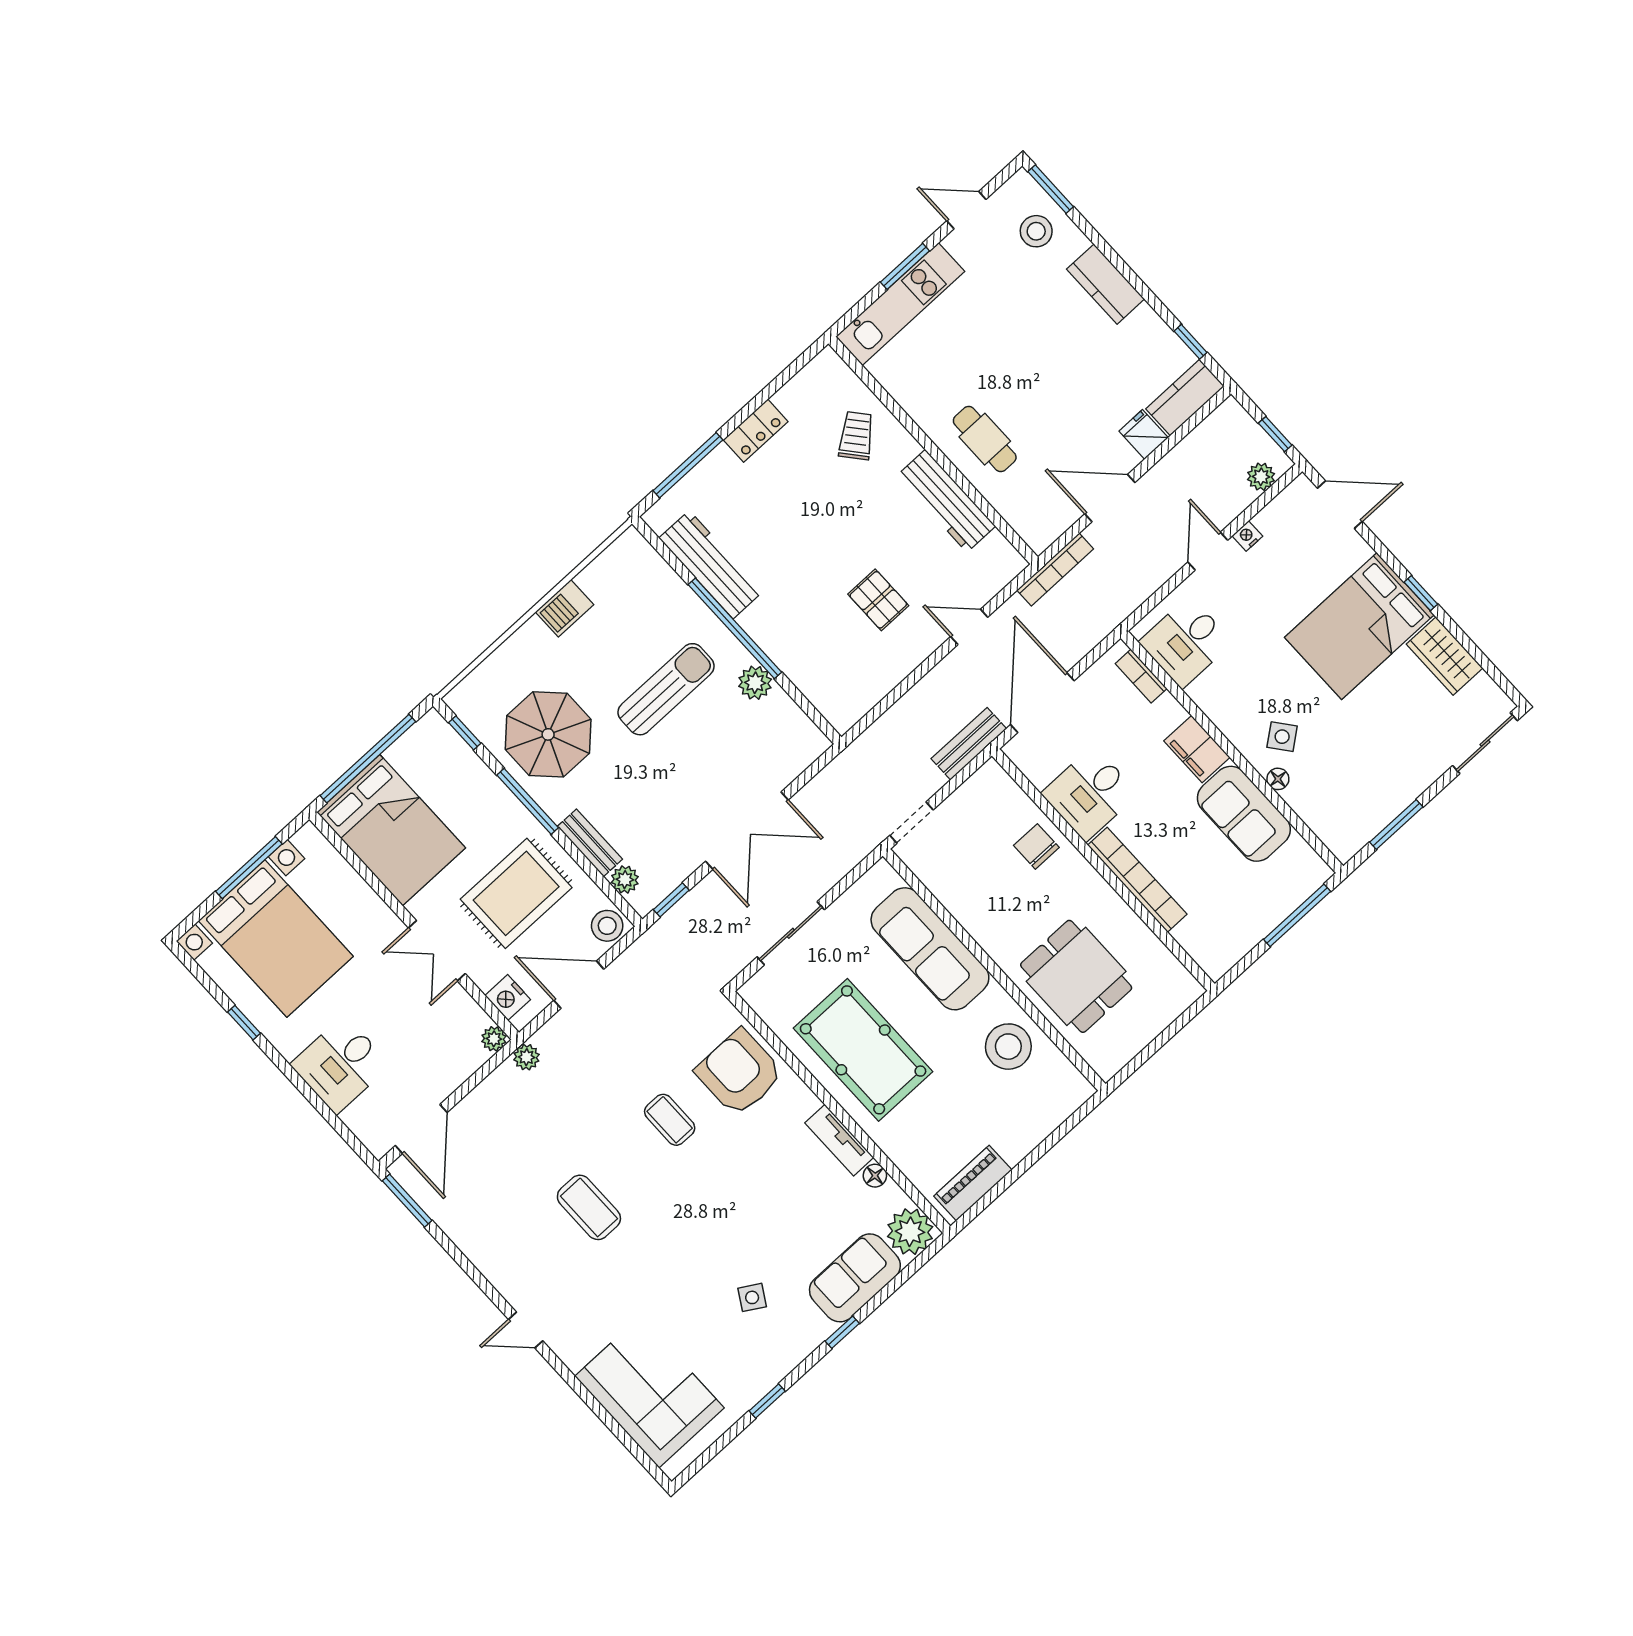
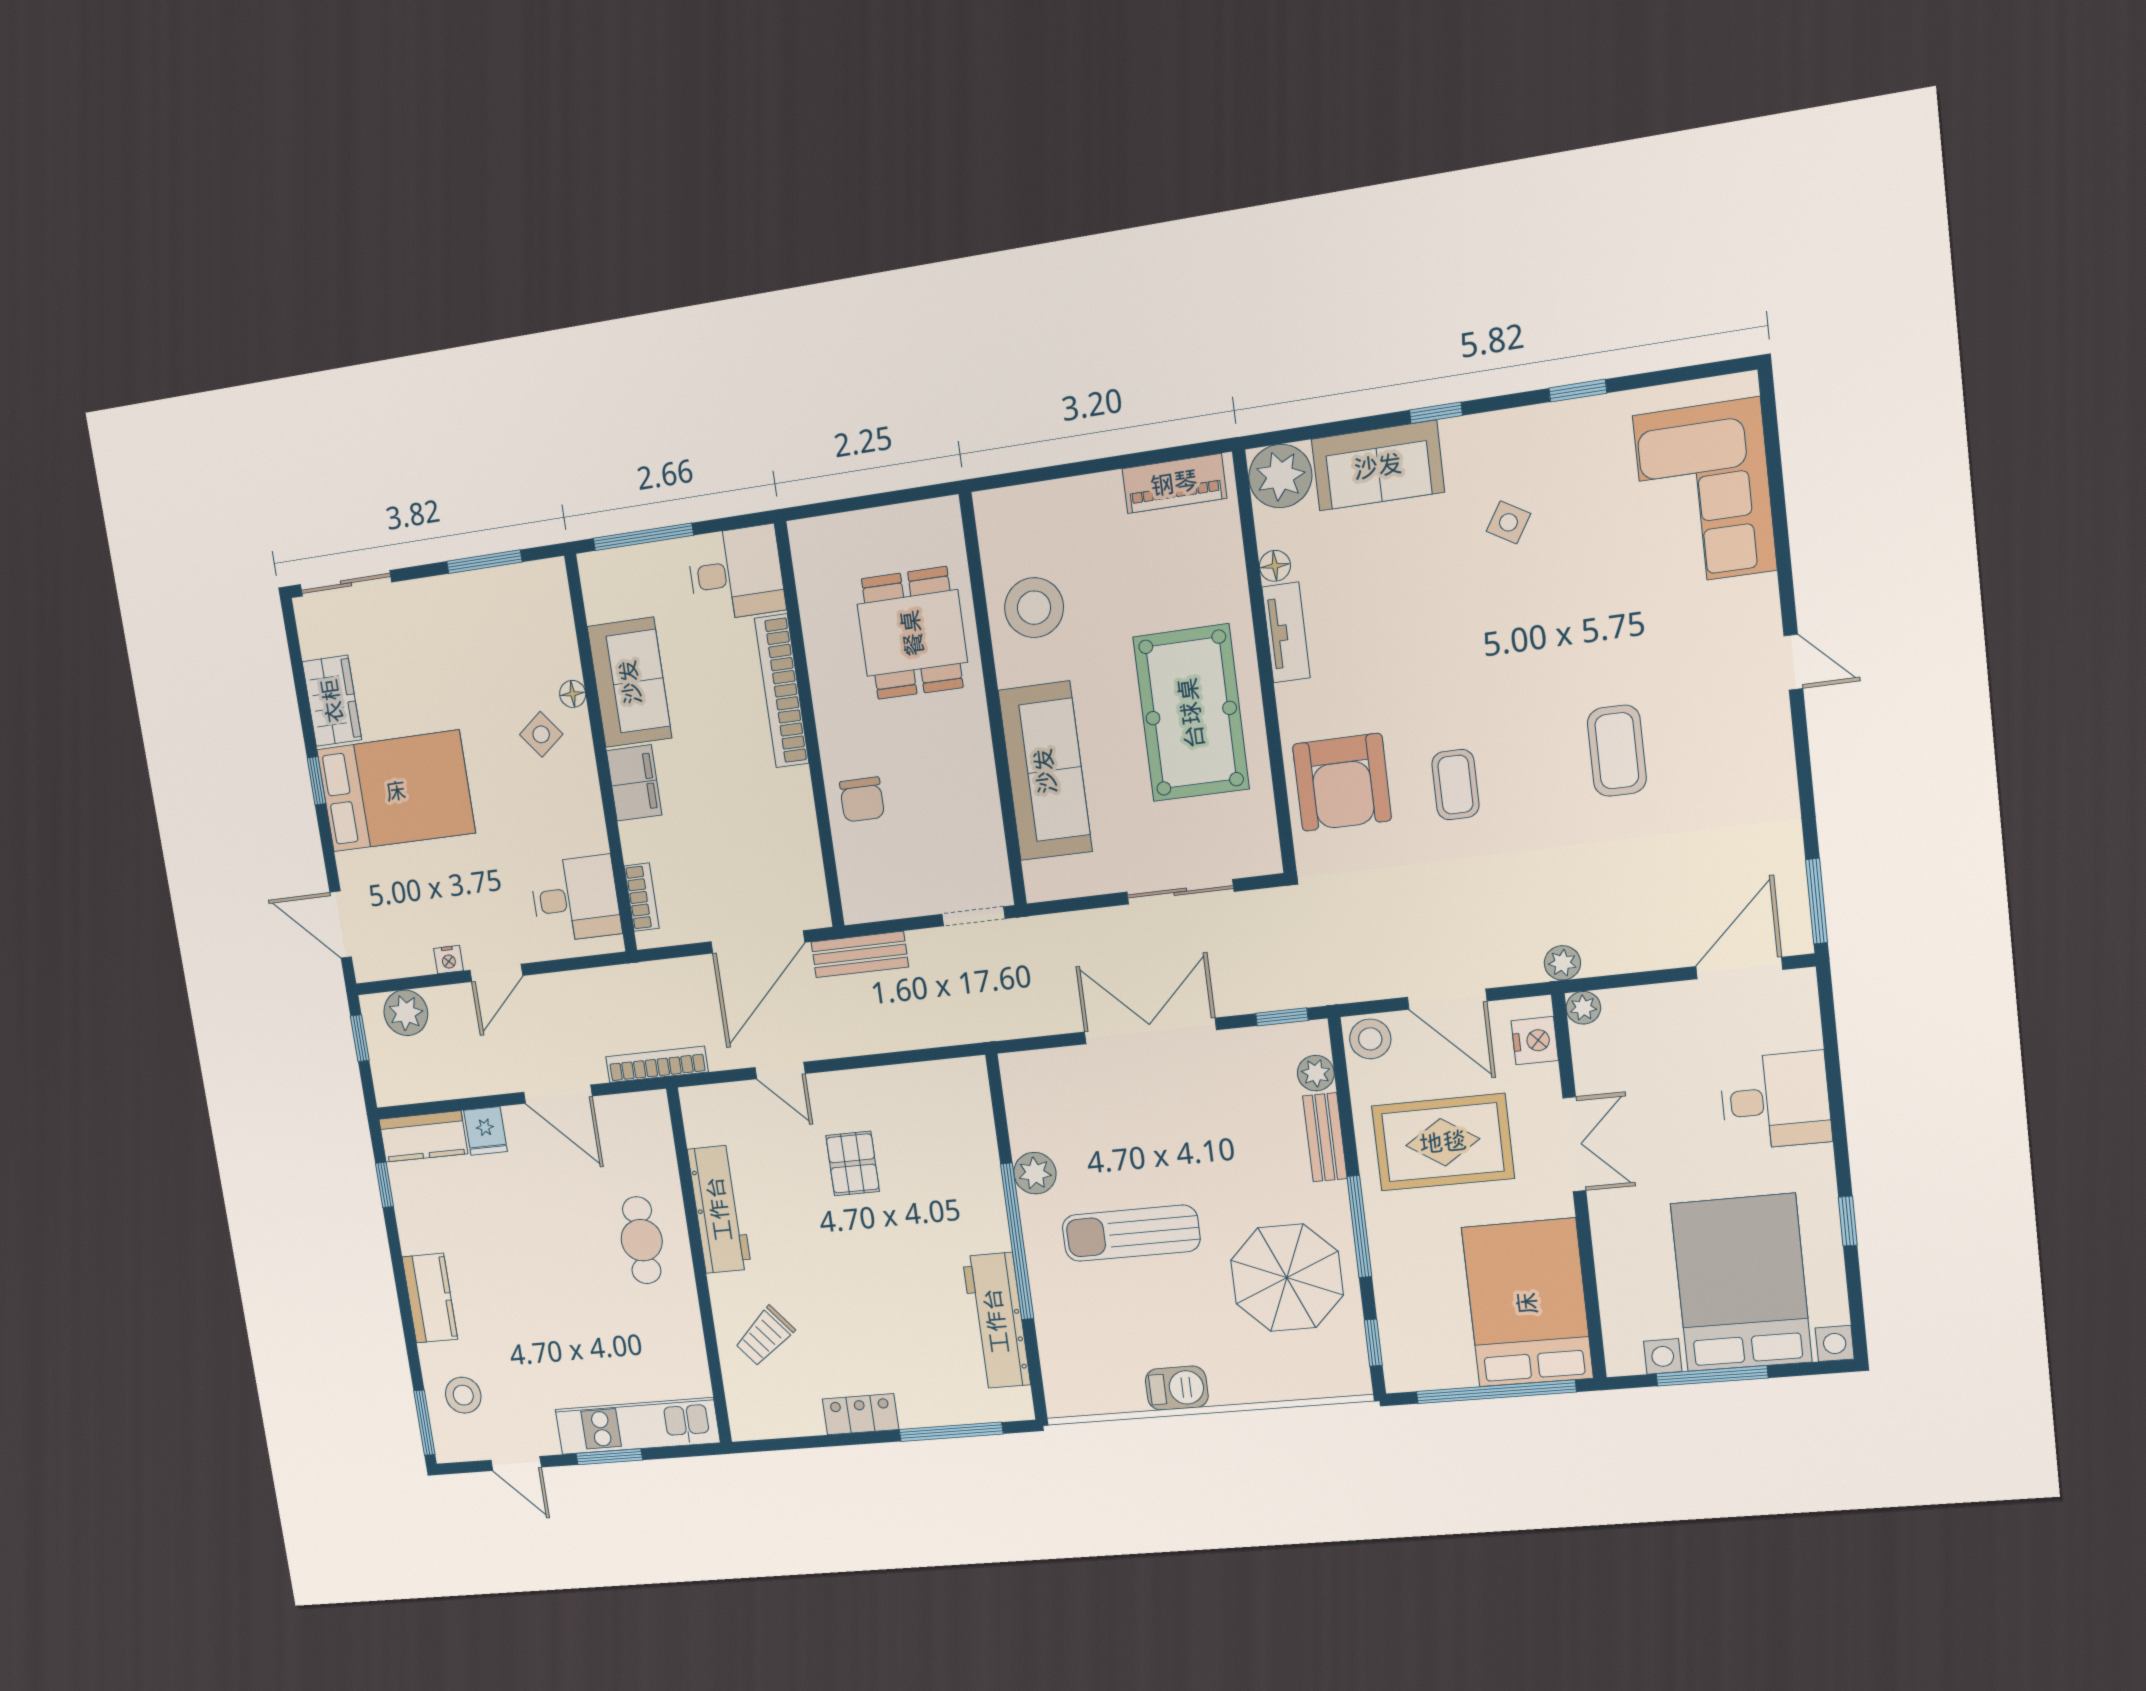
plant: (1261, 477) -> (406, 1013), width x1.38, depth x1.38
desk: (1090, 794) -> (736, 573), moved

